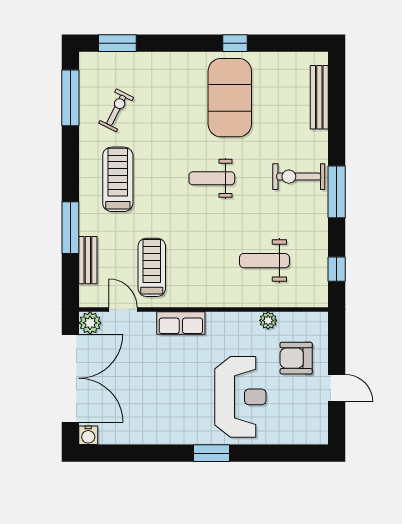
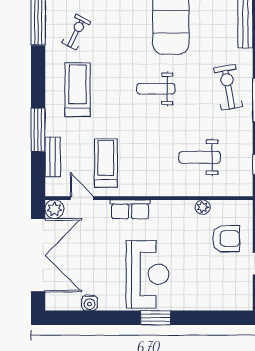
exercise bike: (299, 177) -> (228, 87), turned 80
armchair: (296, 358) -> (226, 239), turned 180
reception desk: (240, 397) -> (148, 274), moved
water cooler: (88, 435) -> (90, 303), moved

